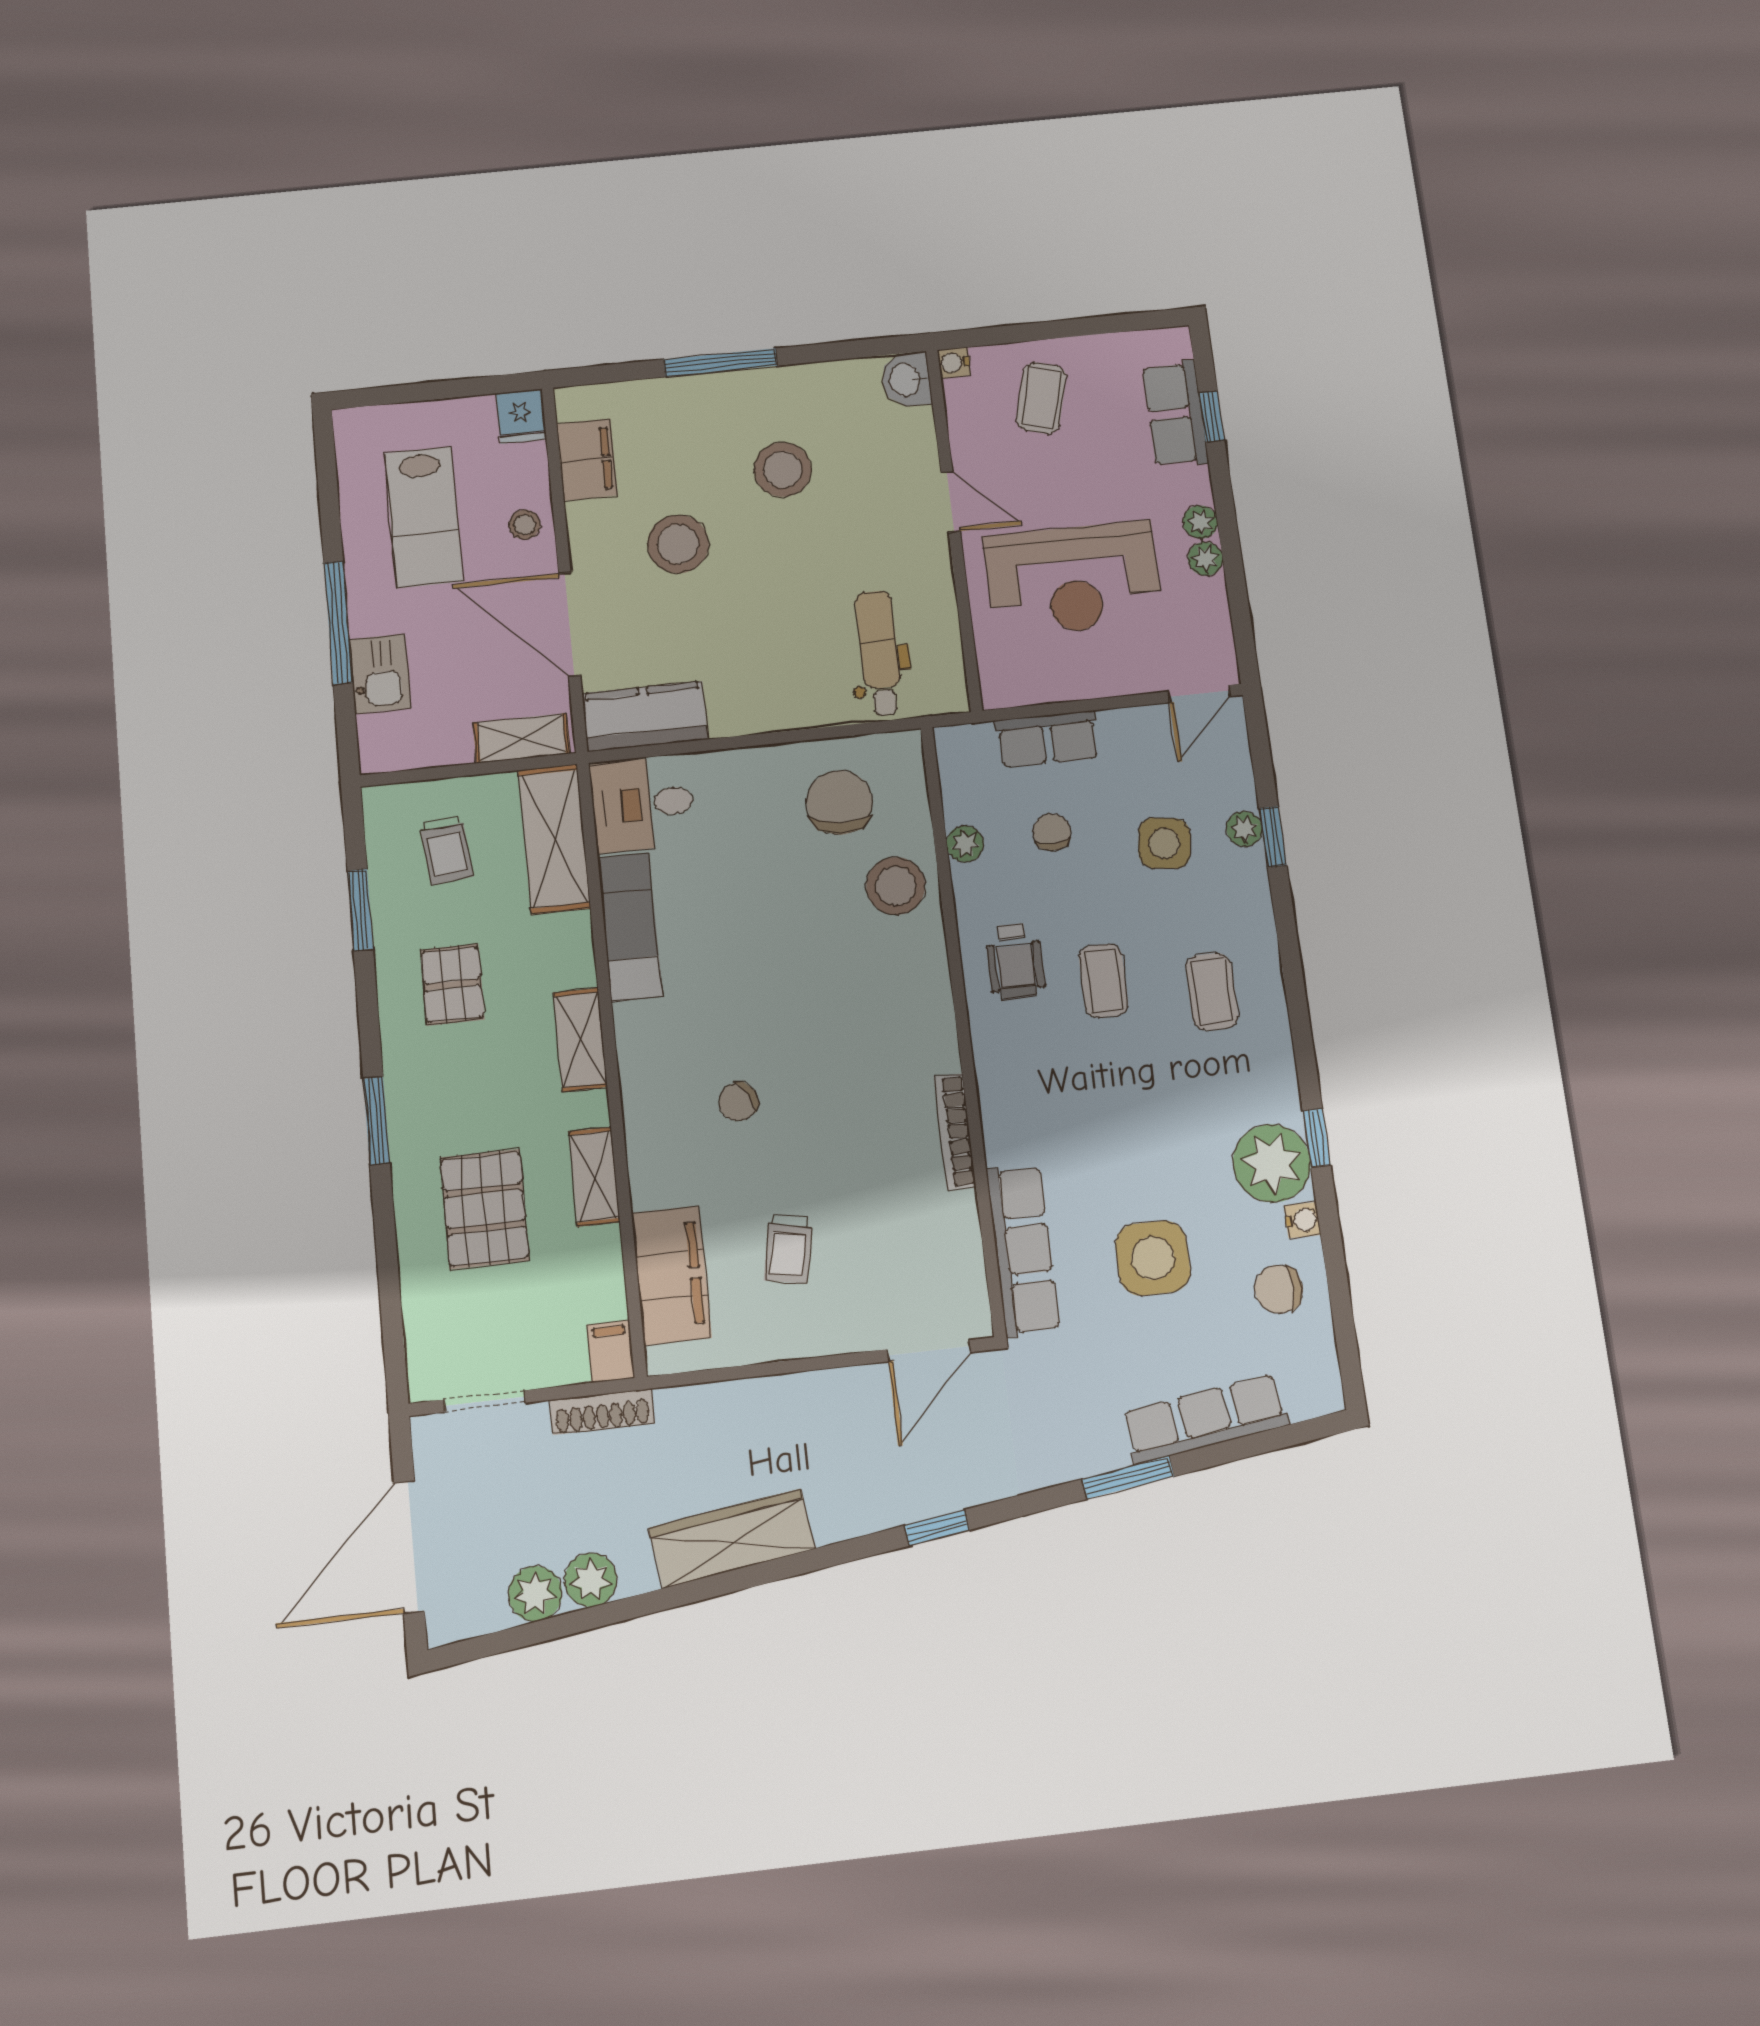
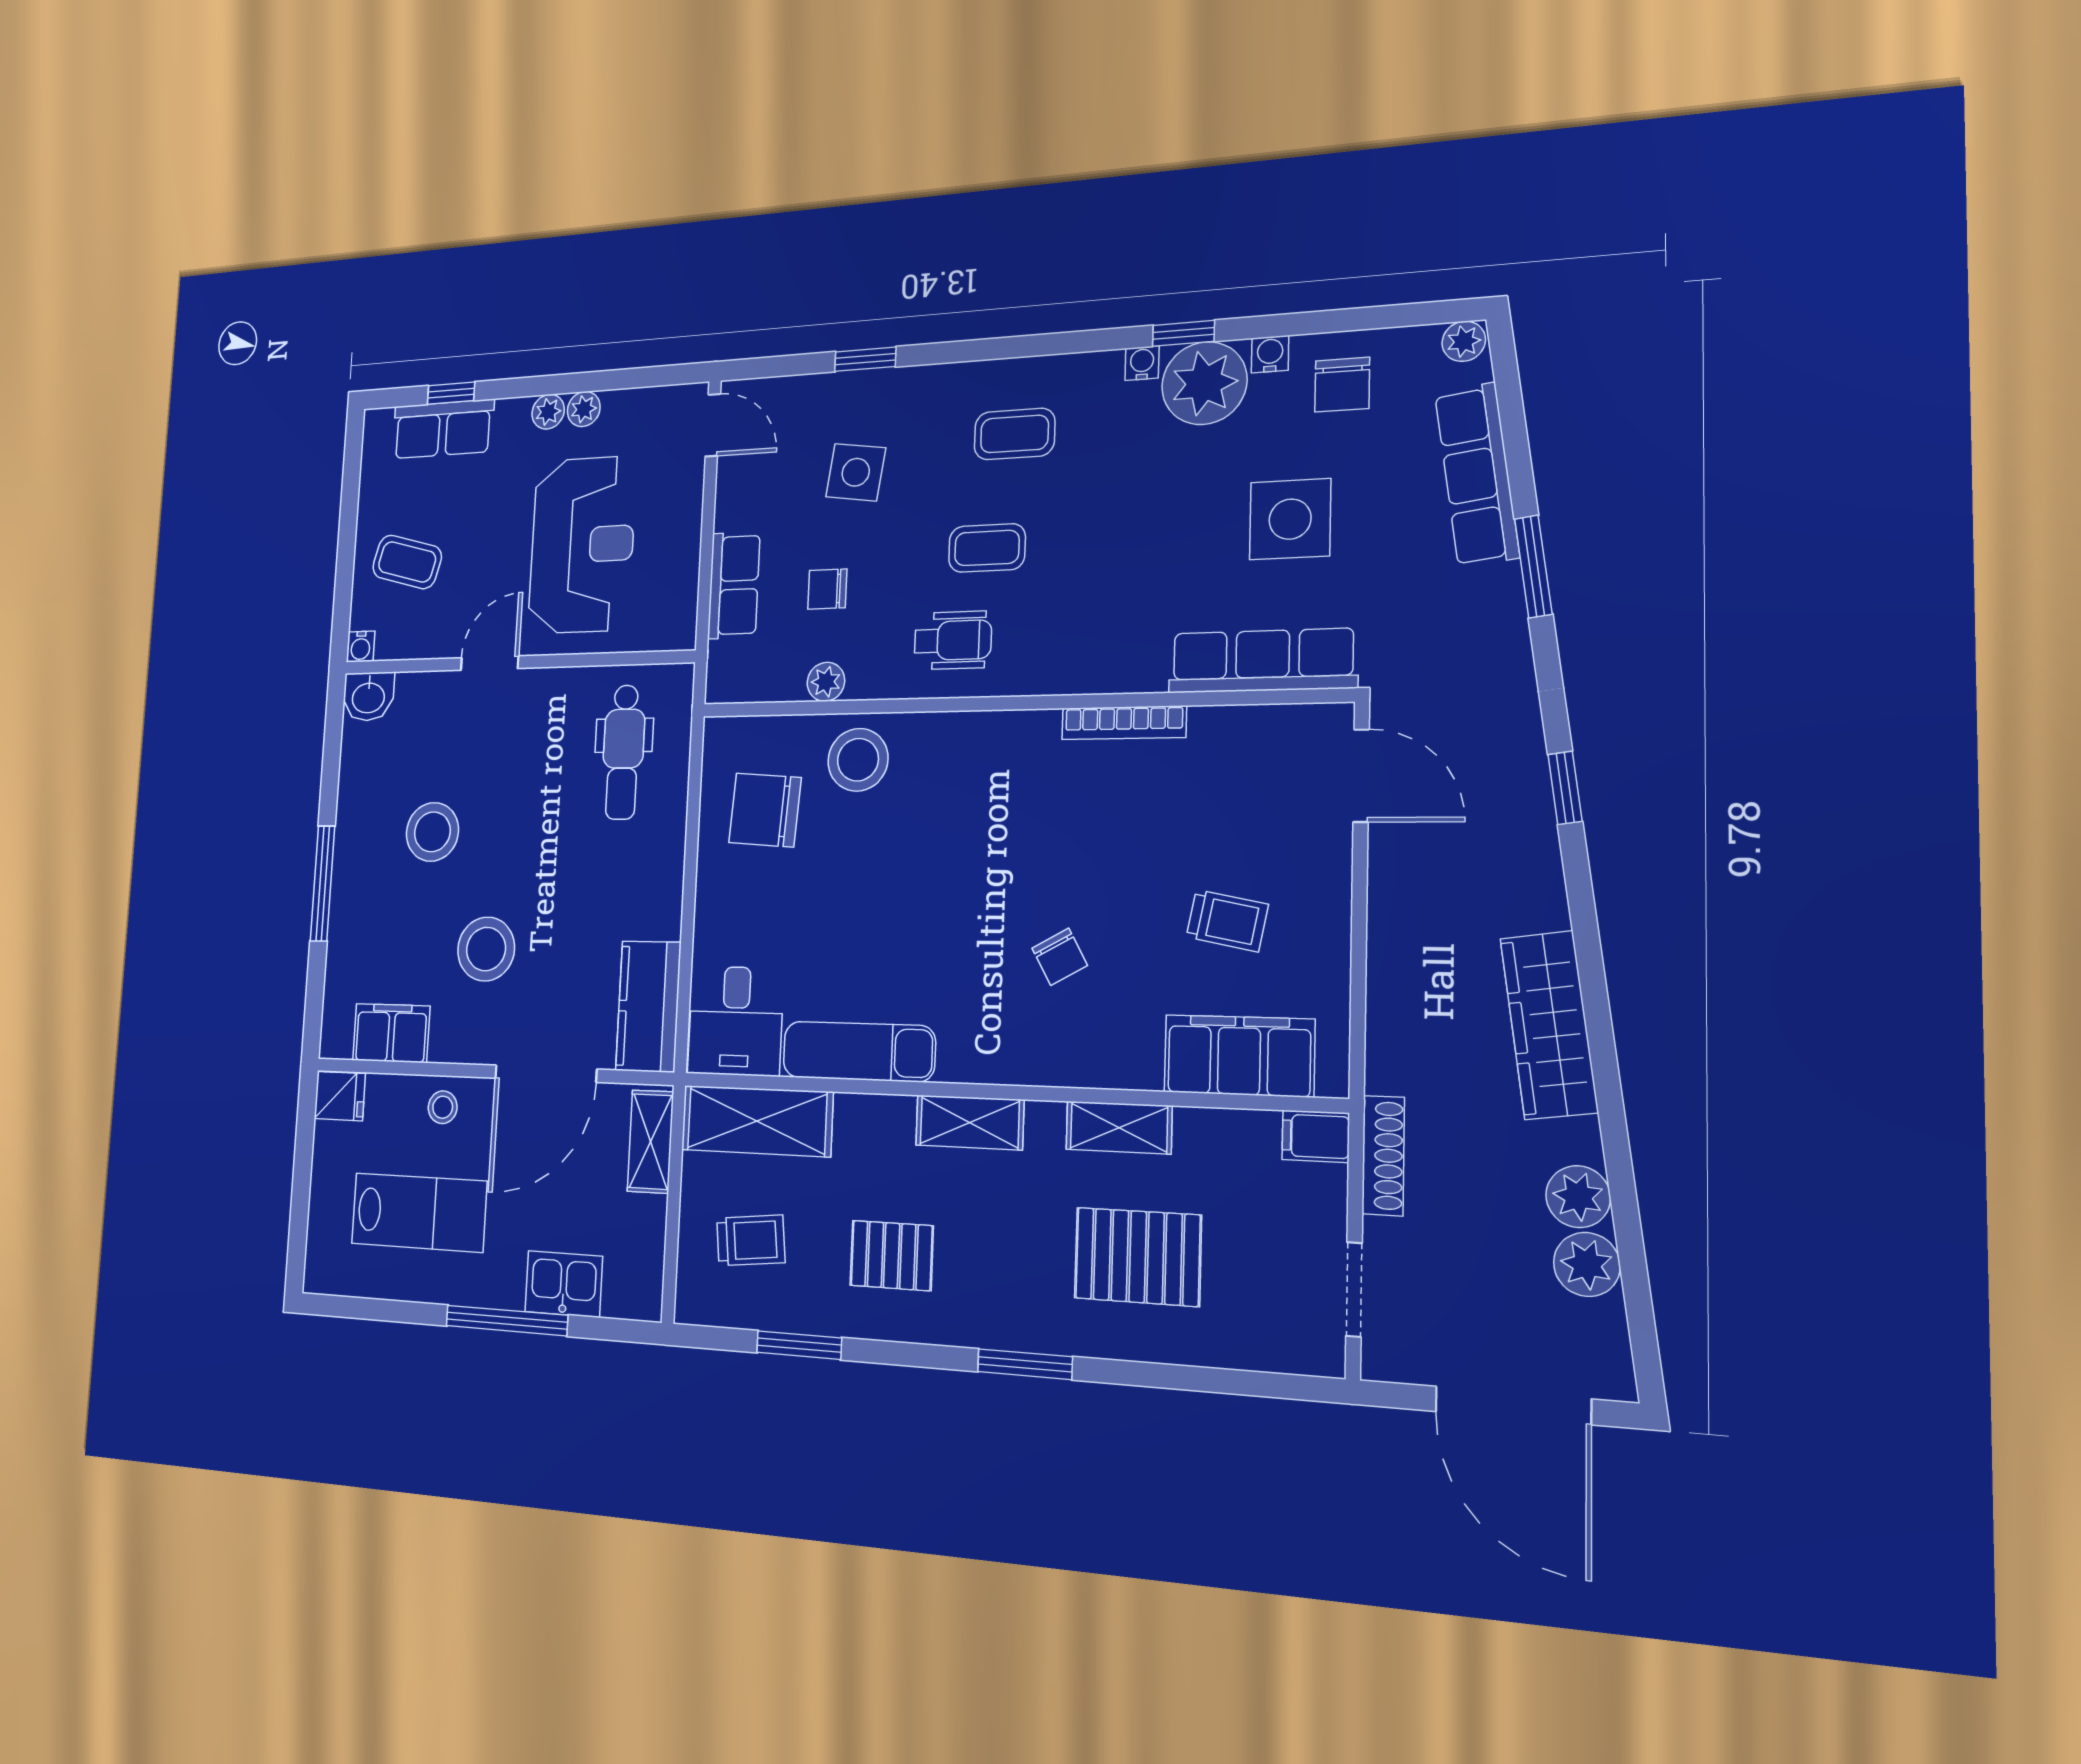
dental chair: (879, 653) -> (623, 752), turned -90
plant: (1244, 829) -> (1464, 341), moved
water cooler: (1286, 1103) -> (1142, 363), added

